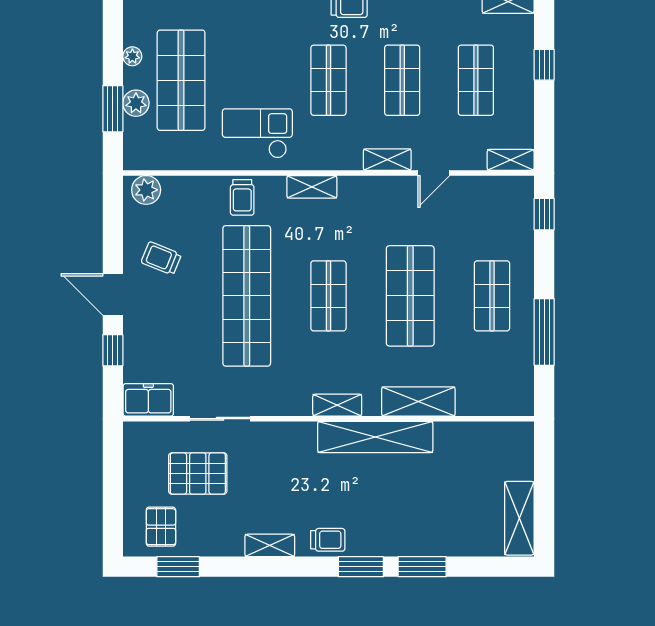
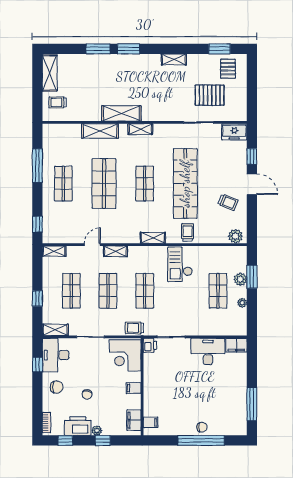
shop shelf: (181, 80) -> (218, 291), width x0.70, depth x0.74
checkout: (257, 133) -> (180, 264), turned 90
shelving: (375, 437) -> (121, 113), width x0.68
trolley: (328, 540) -> (58, 102), moved

